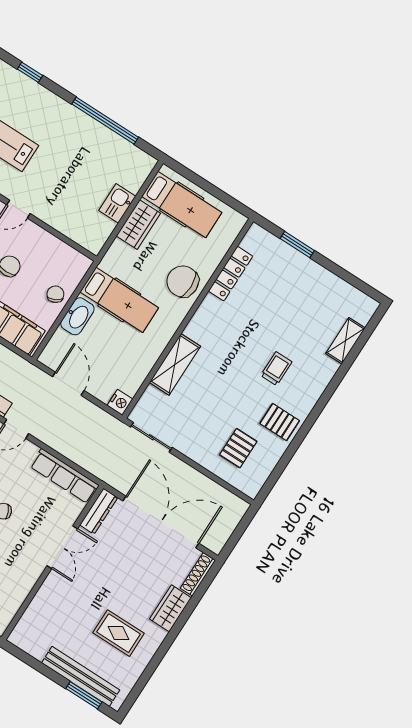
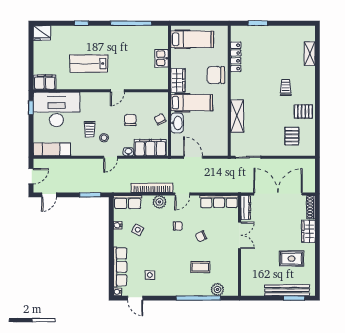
wardrobe: (138, 225) -> (178, 80), moved
nightstand: (120, 402) -> (223, 150), removed

